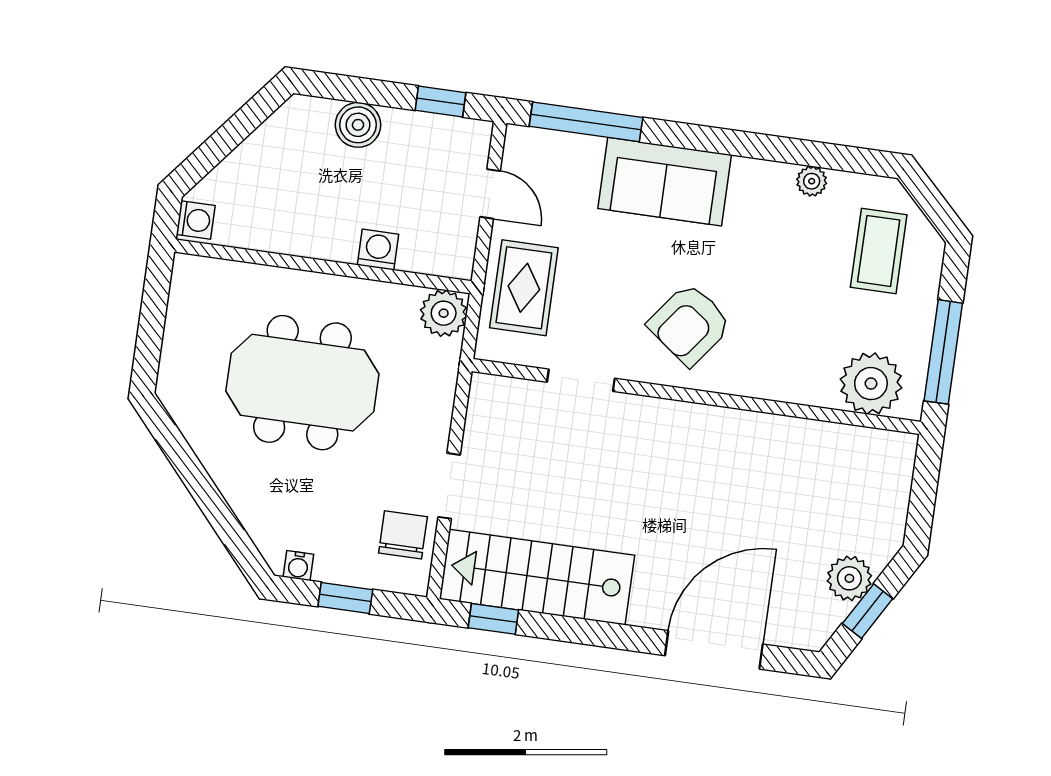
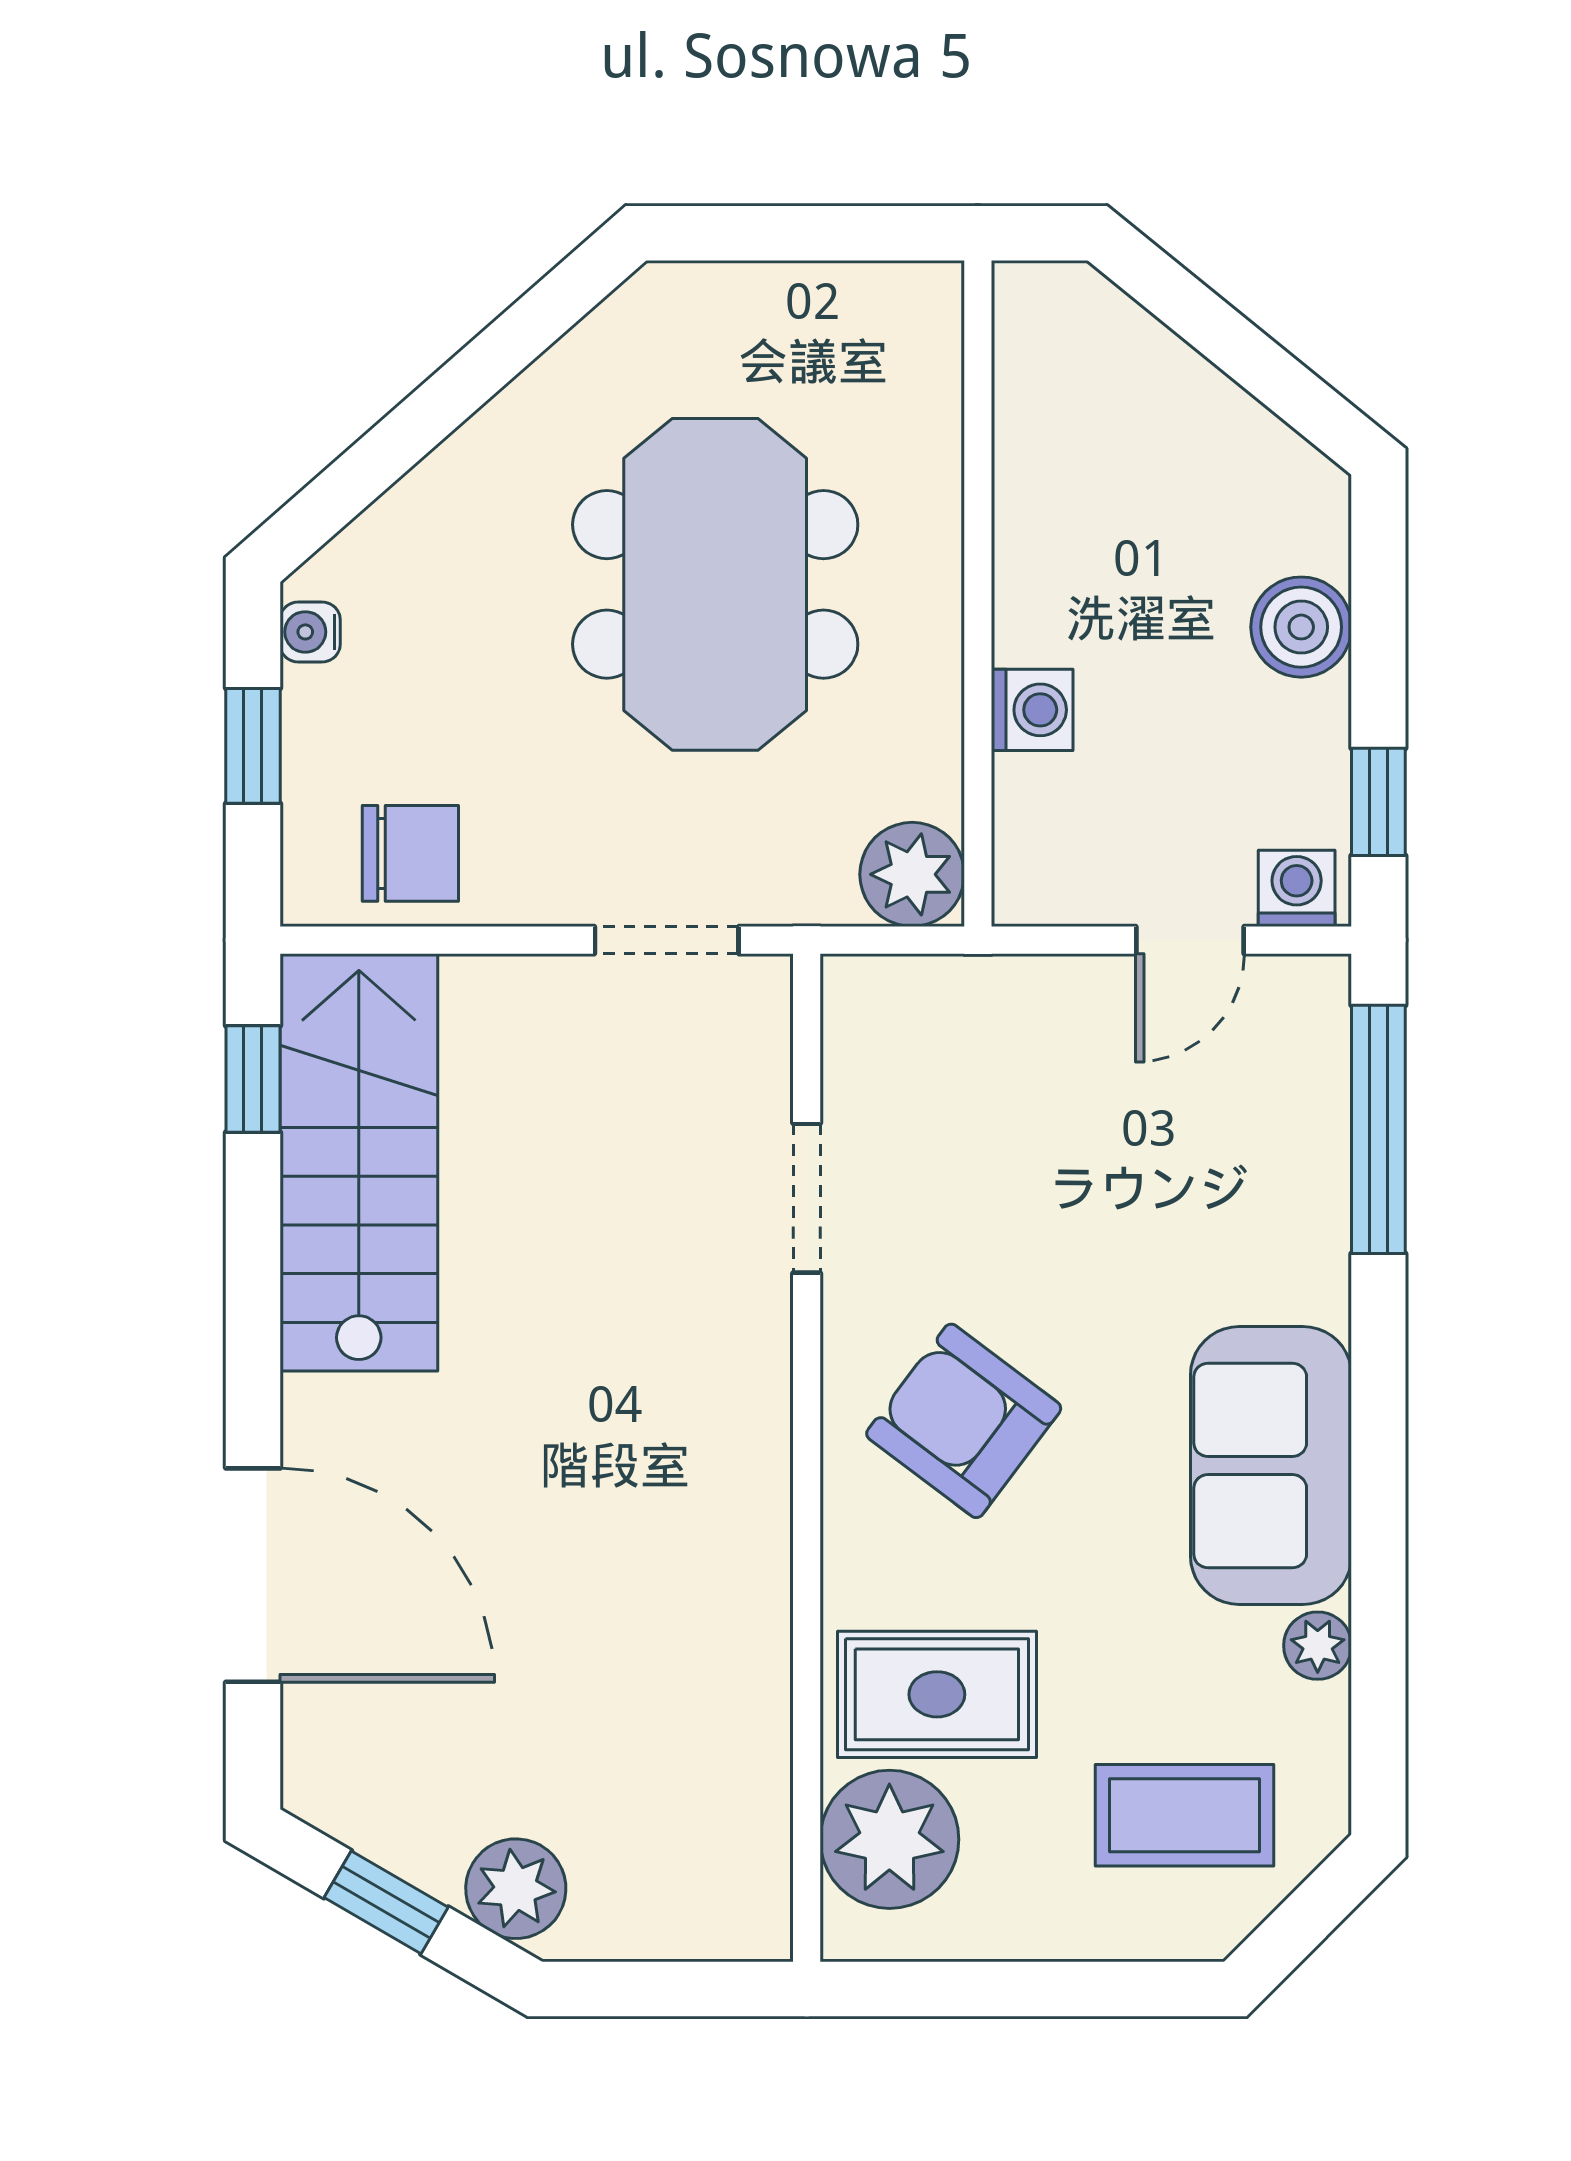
sofa: (665, 182) -> (1271, 1466), moved
washing machine: (196, 220) -> (1297, 888), moved, turned 180
rug: (524, 288) -> (937, 1694), moved
window: (943, 352) -> (982, 1989), removed
doorway: (449, 486) -> (667, 940), moved
plant: (849, 578) -> (516, 1889), moved

